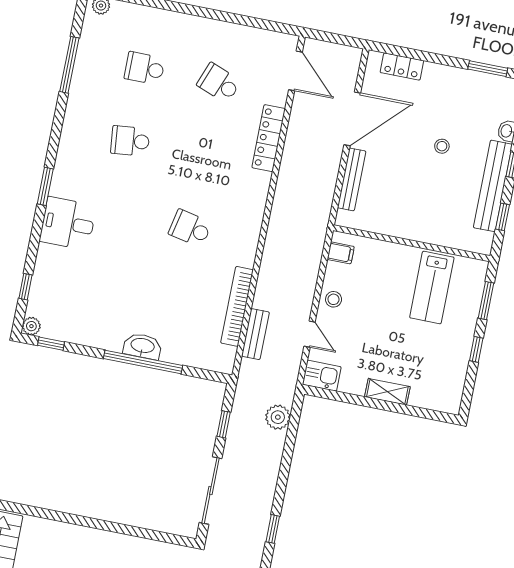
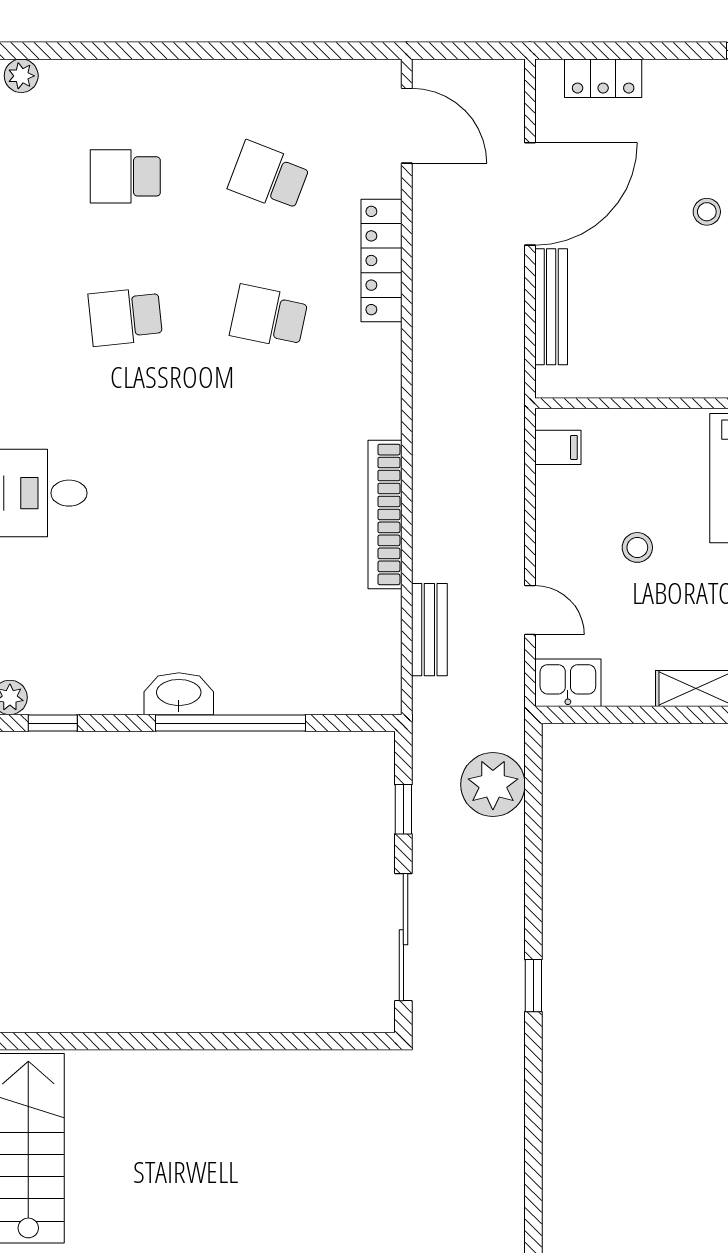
school desk: (190, 228) -> (269, 317), moved
stool: (334, 299) -> (637, 547), moved
bookcase: (237, 306) -> (385, 514), moved
washbasin: (142, 346) -> (179, 694), moved
plant: (278, 417) -> (493, 785), width x1.36, depth x1.36

